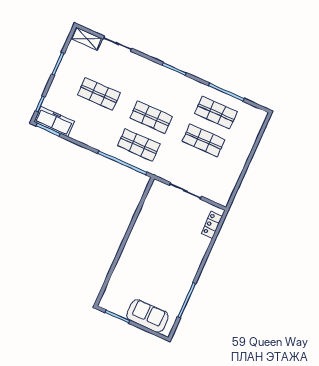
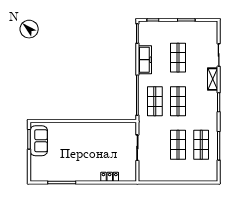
shelving: (87, 39) -> (213, 79), moved
freezer: (54, 121) -> (145, 60), moved
locker: (212, 225) -> (110, 177), moved
sofa: (148, 316) -> (39, 141), moved

